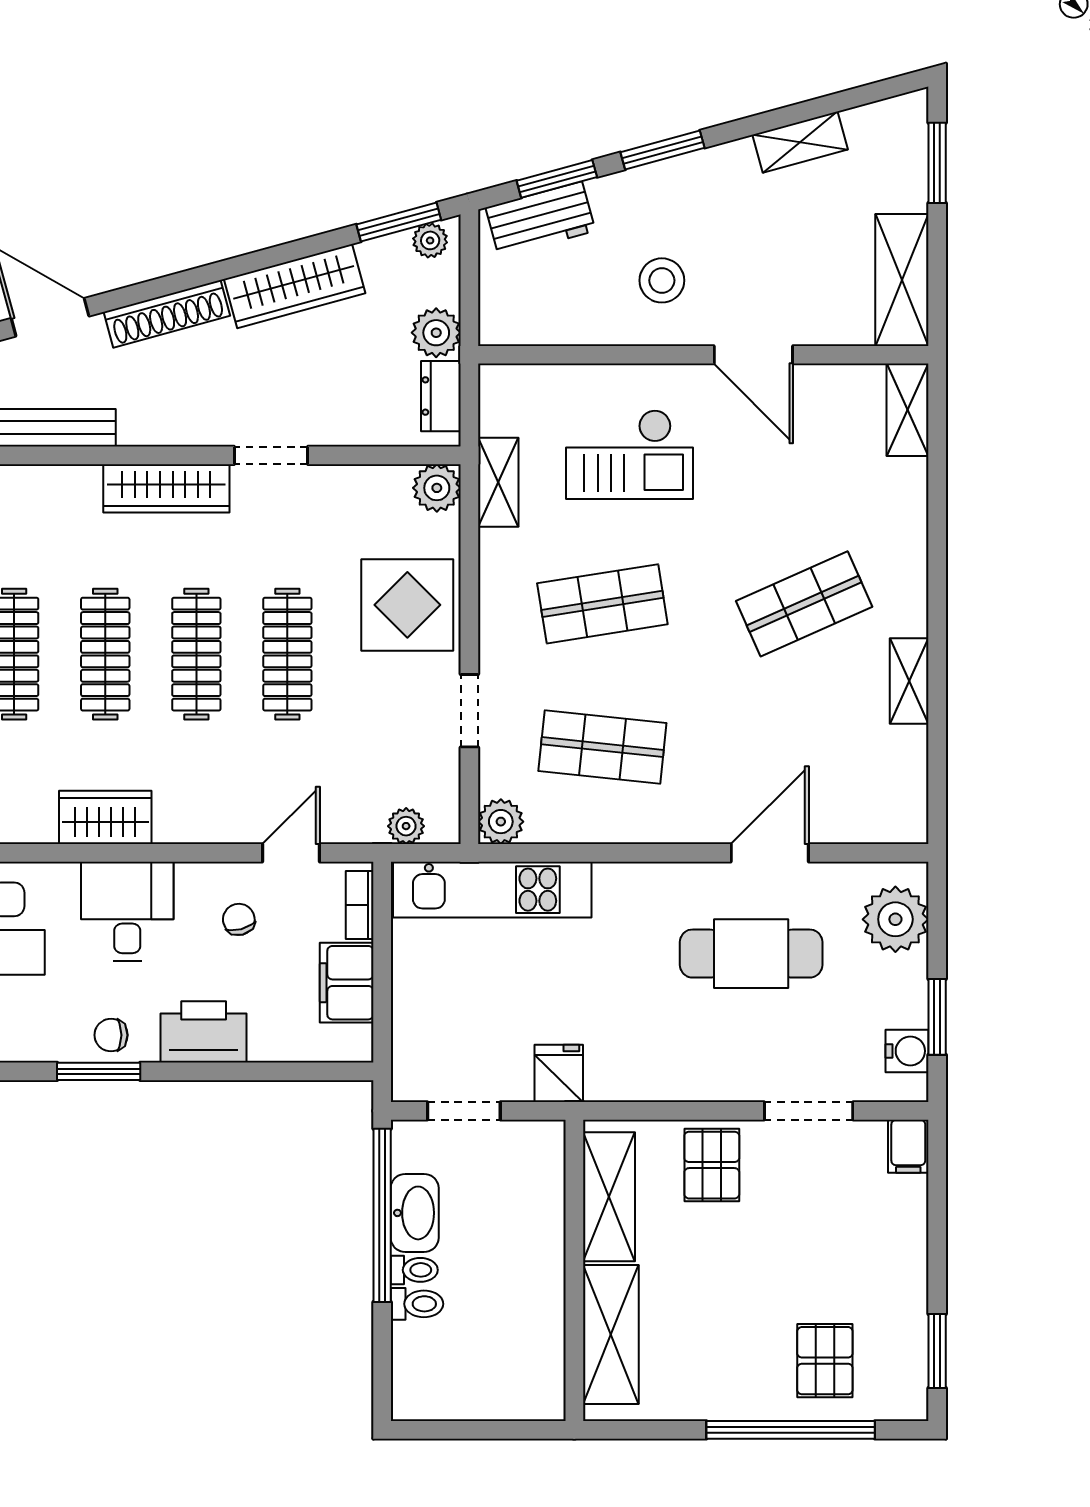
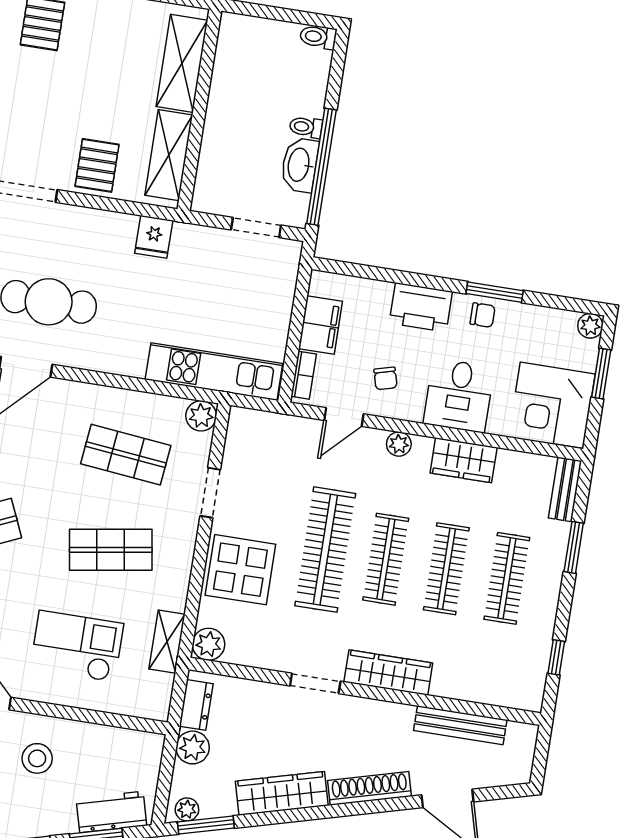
clothes rail: (287, 654) -> (325, 550), width x1.37, depth x1.31
plant: (406, 826) -> (399, 444), moved
fridge: (559, 1073) -> (154, 237), moved
toilet: (417, 1304) -> (318, 37), moved

